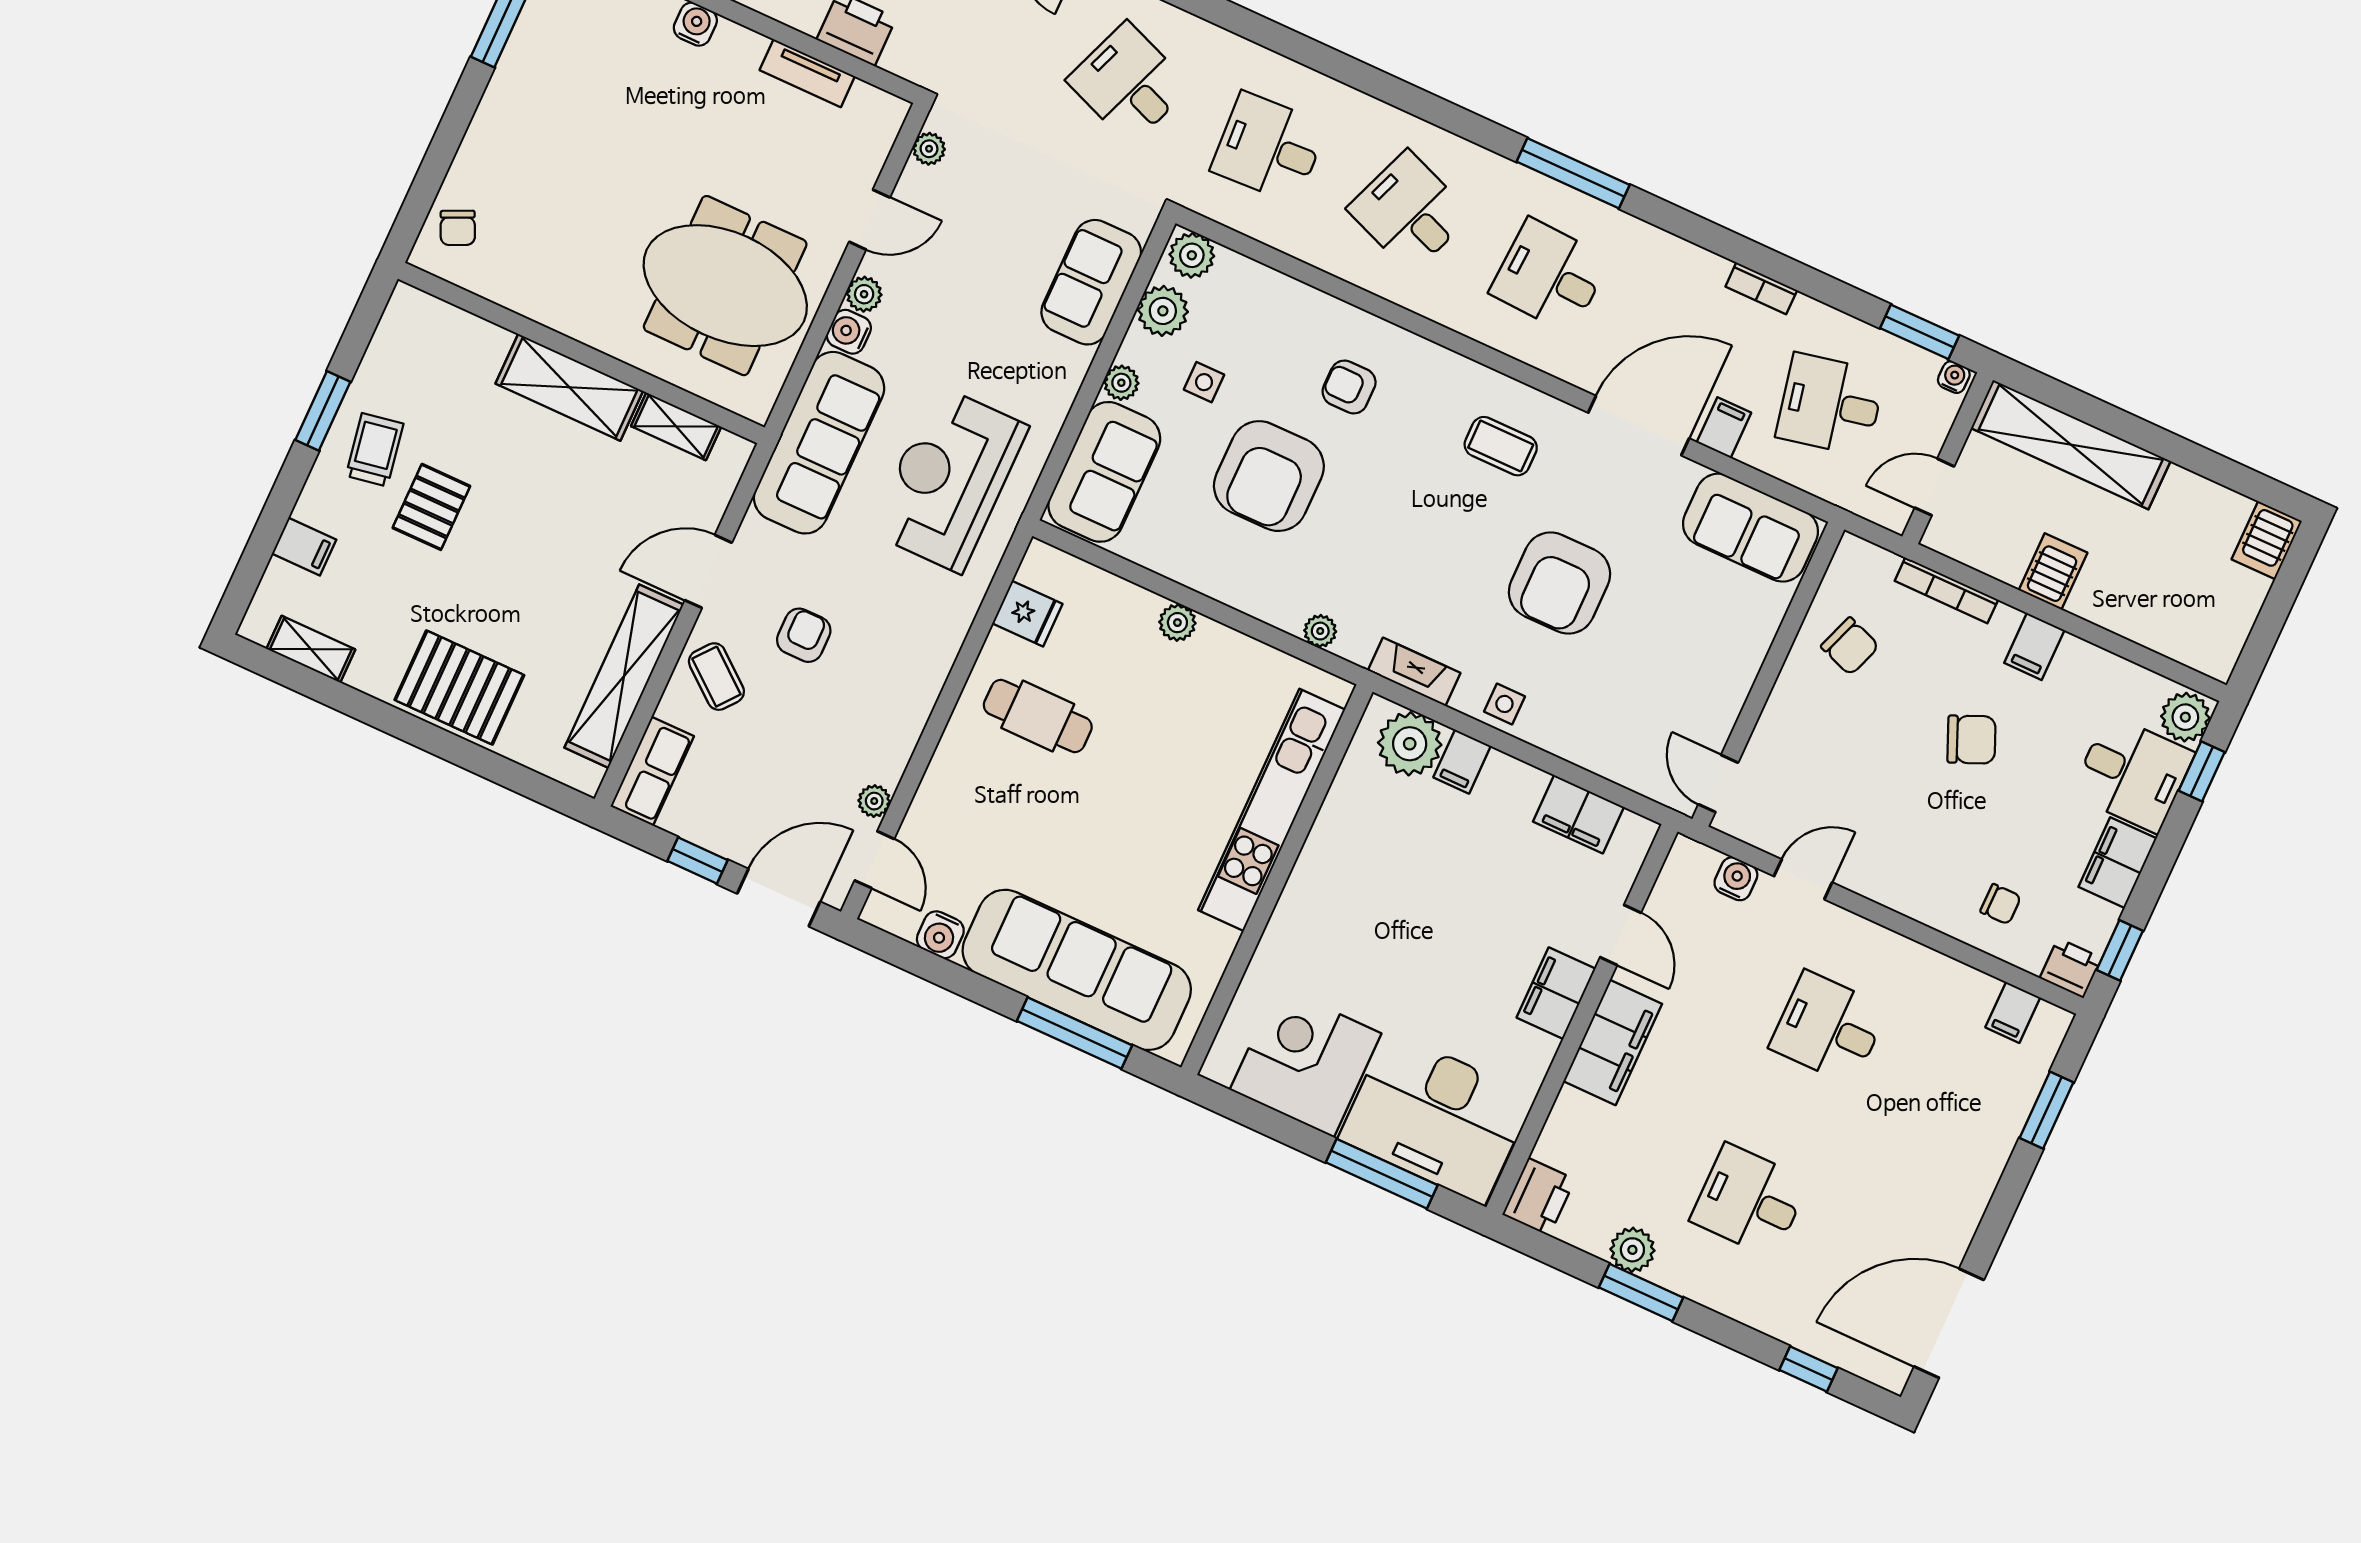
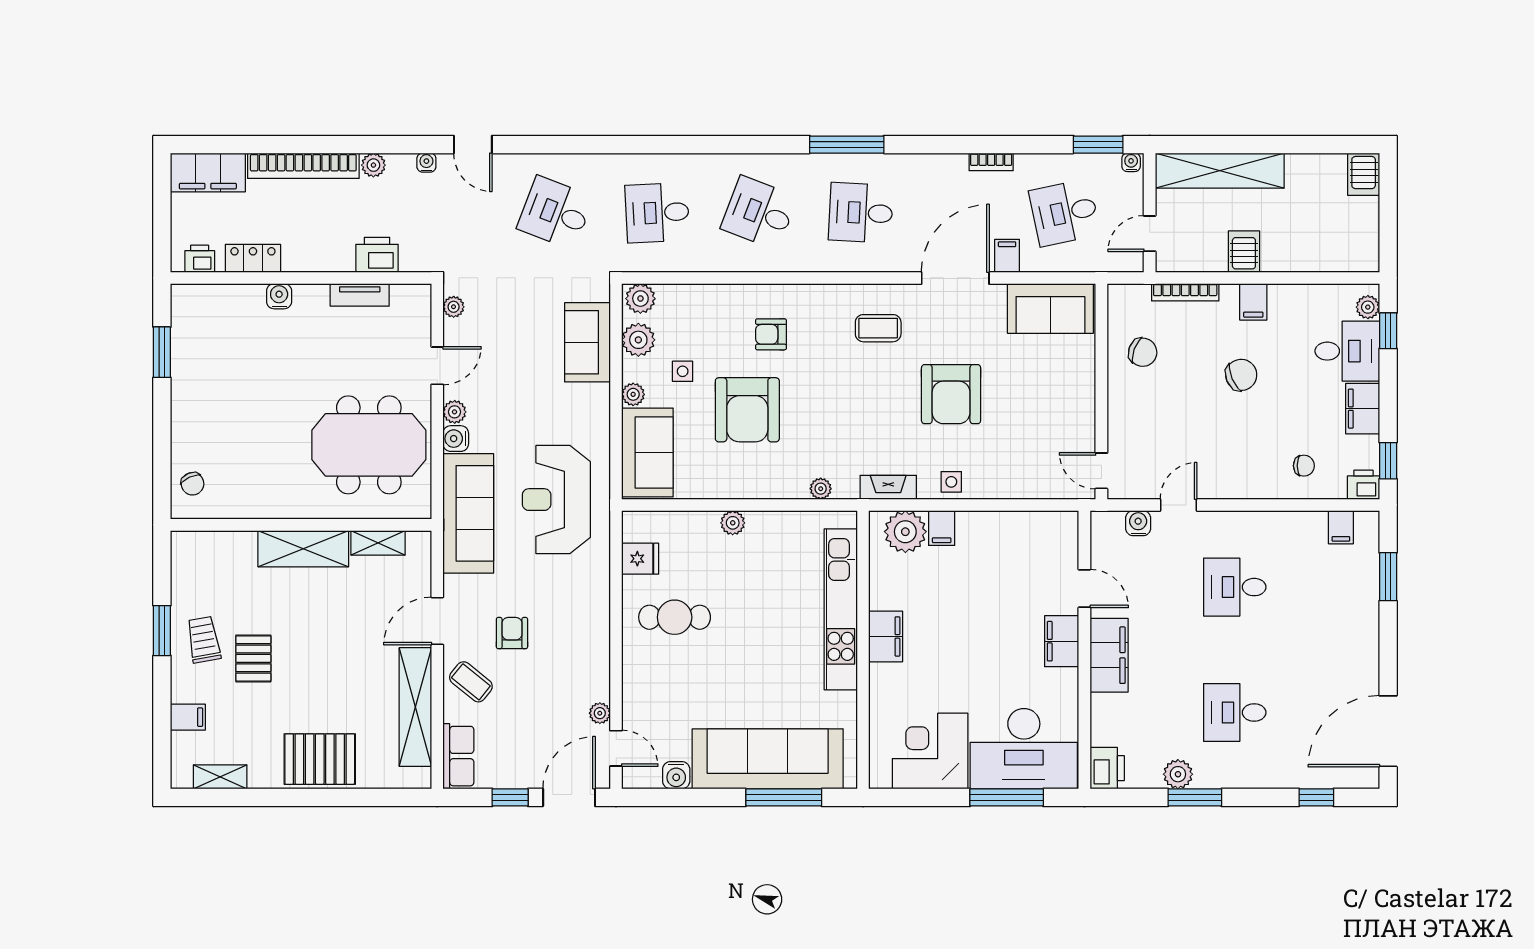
plant: (2185, 717) -> (1368, 307), width x0.73, depth x0.73
filing cabinet: (1578, 814) -> (886, 636), moved, turned -90

